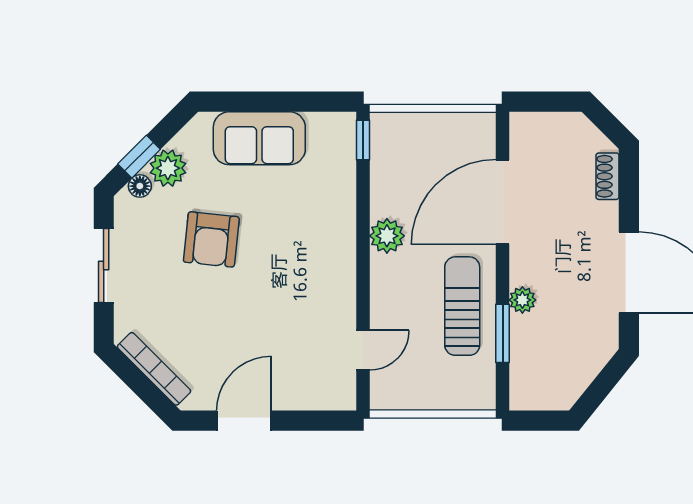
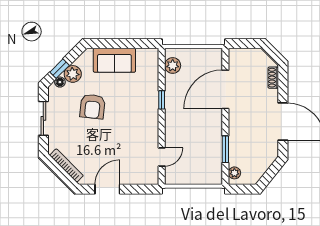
window: (363, 140) -> (162, 100), moved
plant: (387, 236) -> (173, 66), moved
plant: (522, 300) -> (234, 173), moved
sun lounger: (462, 306) -> (207, 137), removed

